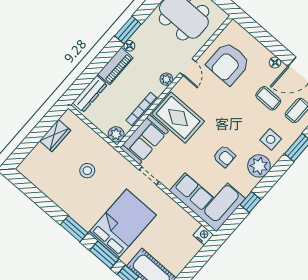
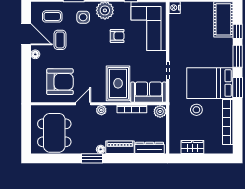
armchair: (224, 156) -> (117, 36), turned 90
bookcase: (49, 190) -> (228, 122), added
bed: (122, 224) -> (210, 83), moved

